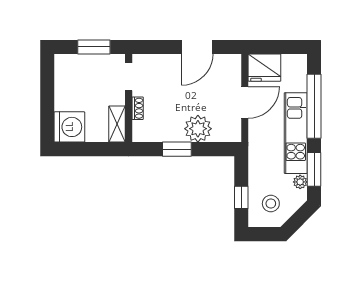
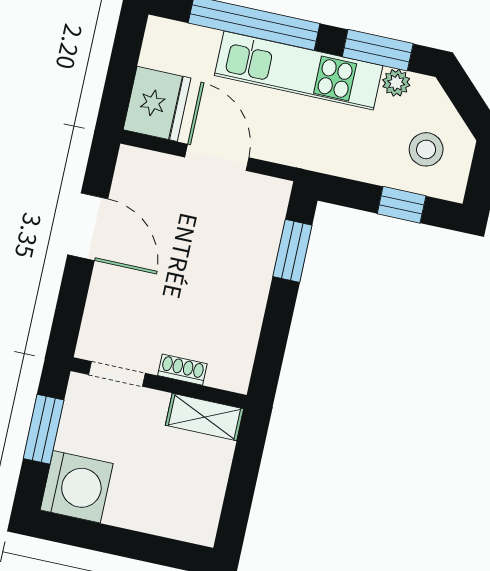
washing machine: (69, 127) -> (77, 487), moved, turned 90
plant: (198, 129) -> (248, 260), removed
window: (177, 149) -> (292, 251), moved

